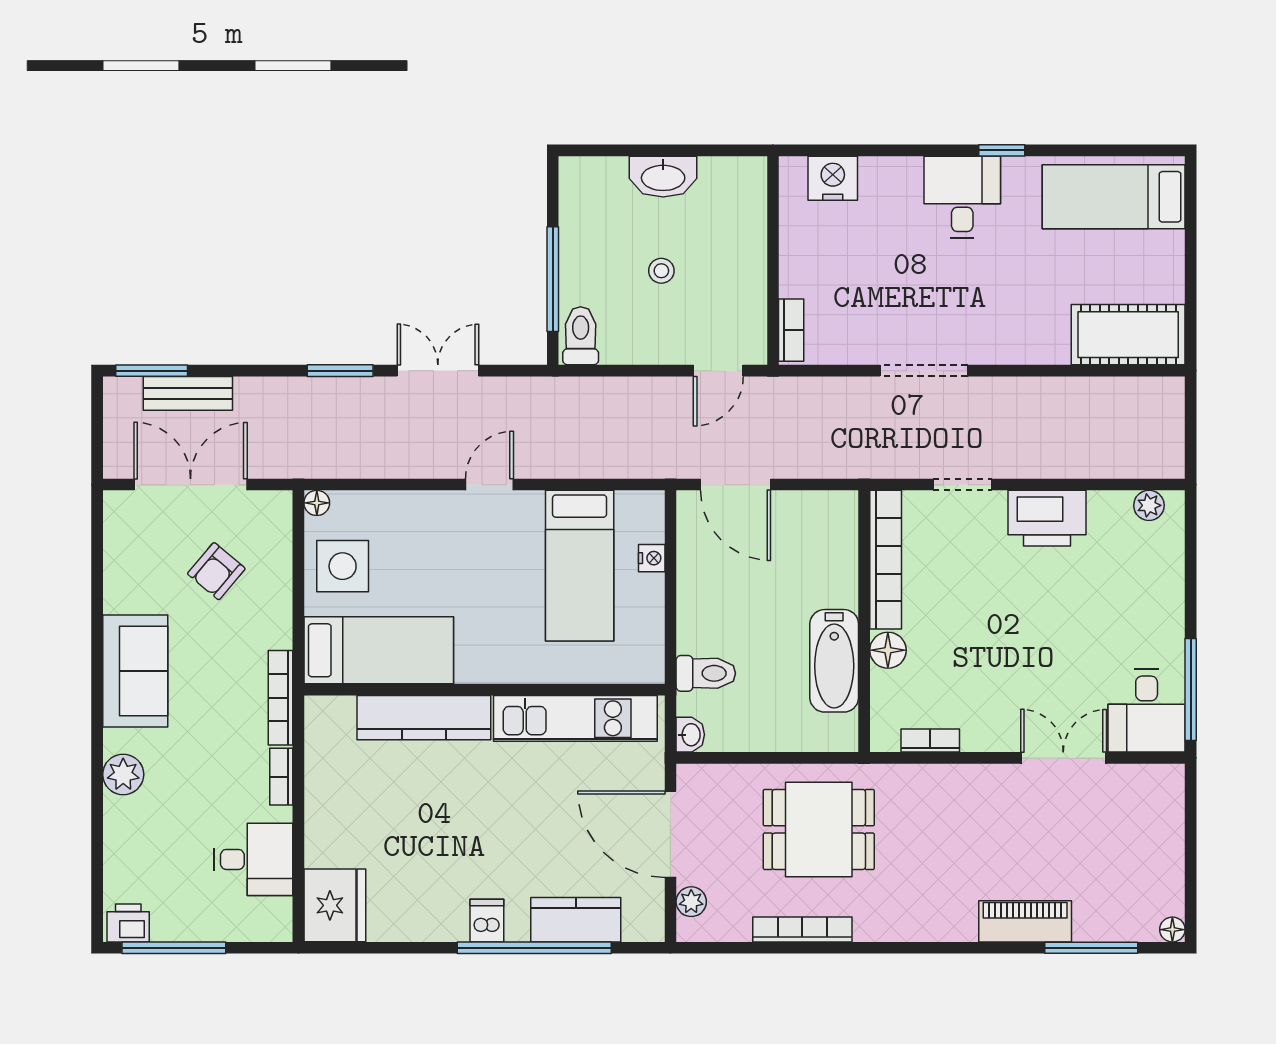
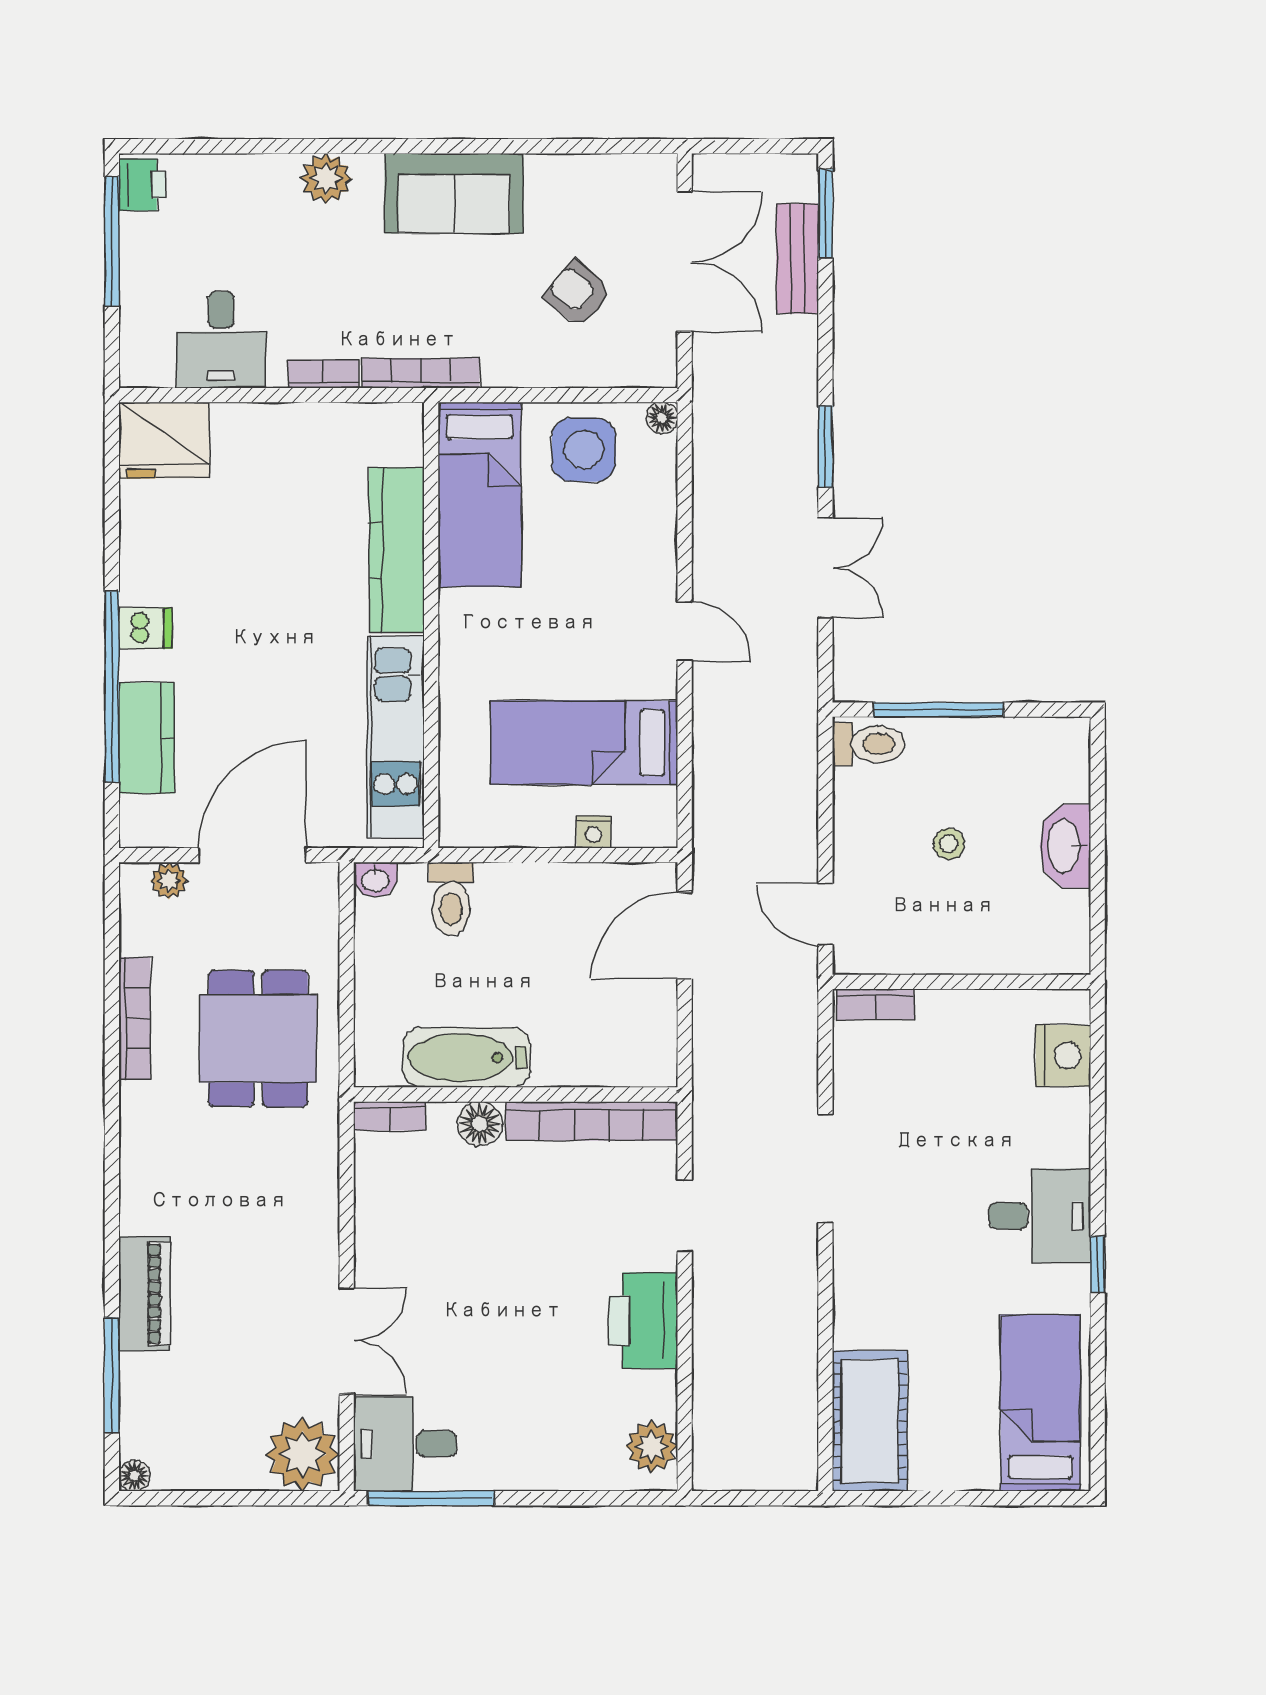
plant: (1149, 505) -> (652, 1447), width x1.38, depth x1.38
bookcase: (930, 741) -> (390, 1116), moved, turned 90
plant: (1155, 793) -> (303, 1454), added

